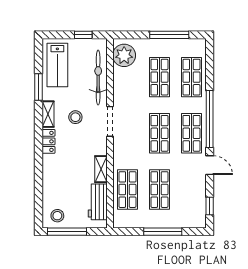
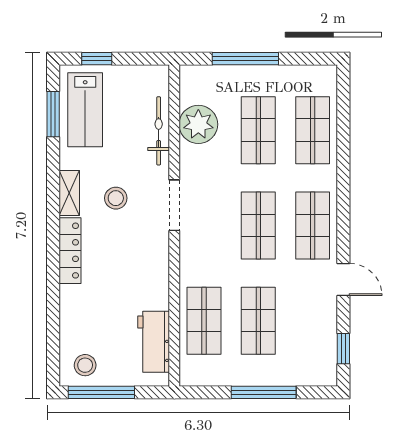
window: (83, 35) -> (97, 59), moved
window: (169, 35) -> (245, 59), moved
plant: (124, 55) -> (198, 124), moved
bicycle: (98, 78) -> (159, 131), width x0.73, depth x0.71
window: (38, 87) -> (53, 114), moved
window: (210, 119) -> (343, 201), removed
locker: (48, 141) -> (70, 251), width x1.53
shelving: (101, 169) -> (159, 286), removed

